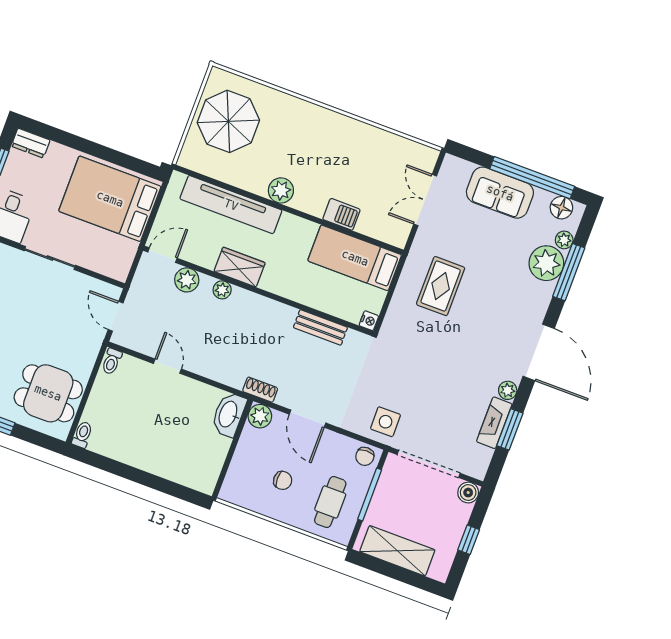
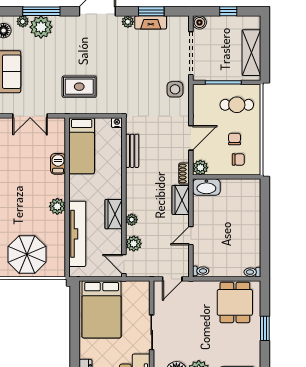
wardrobe: (224, 371) -> (181, 200), added
chair: (365, 456) -> (238, 159), moved

